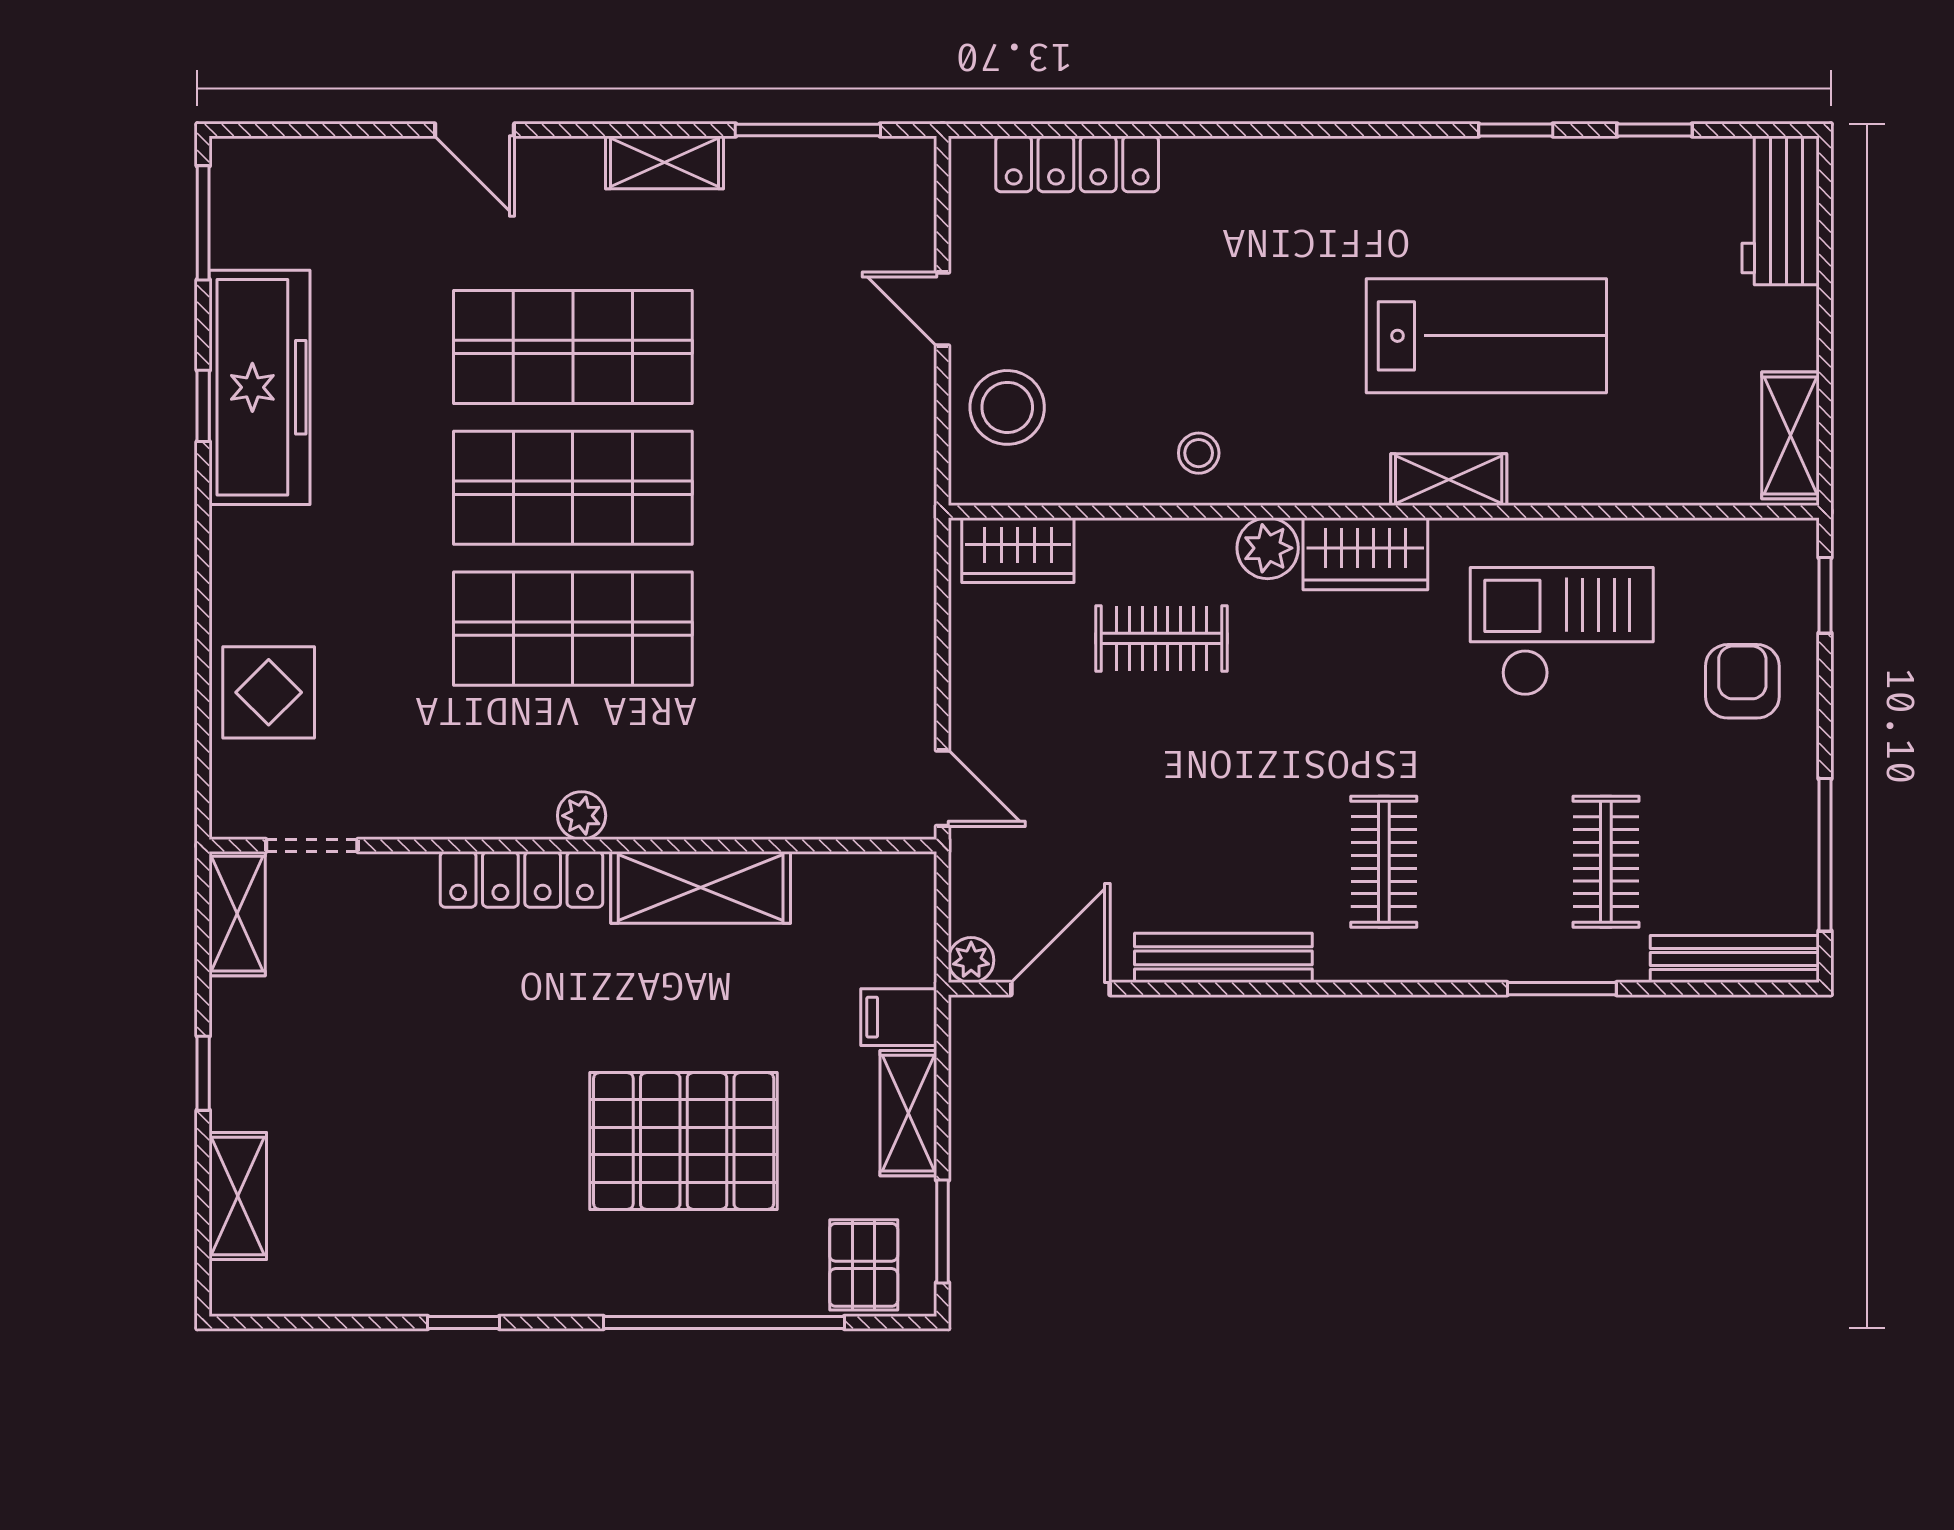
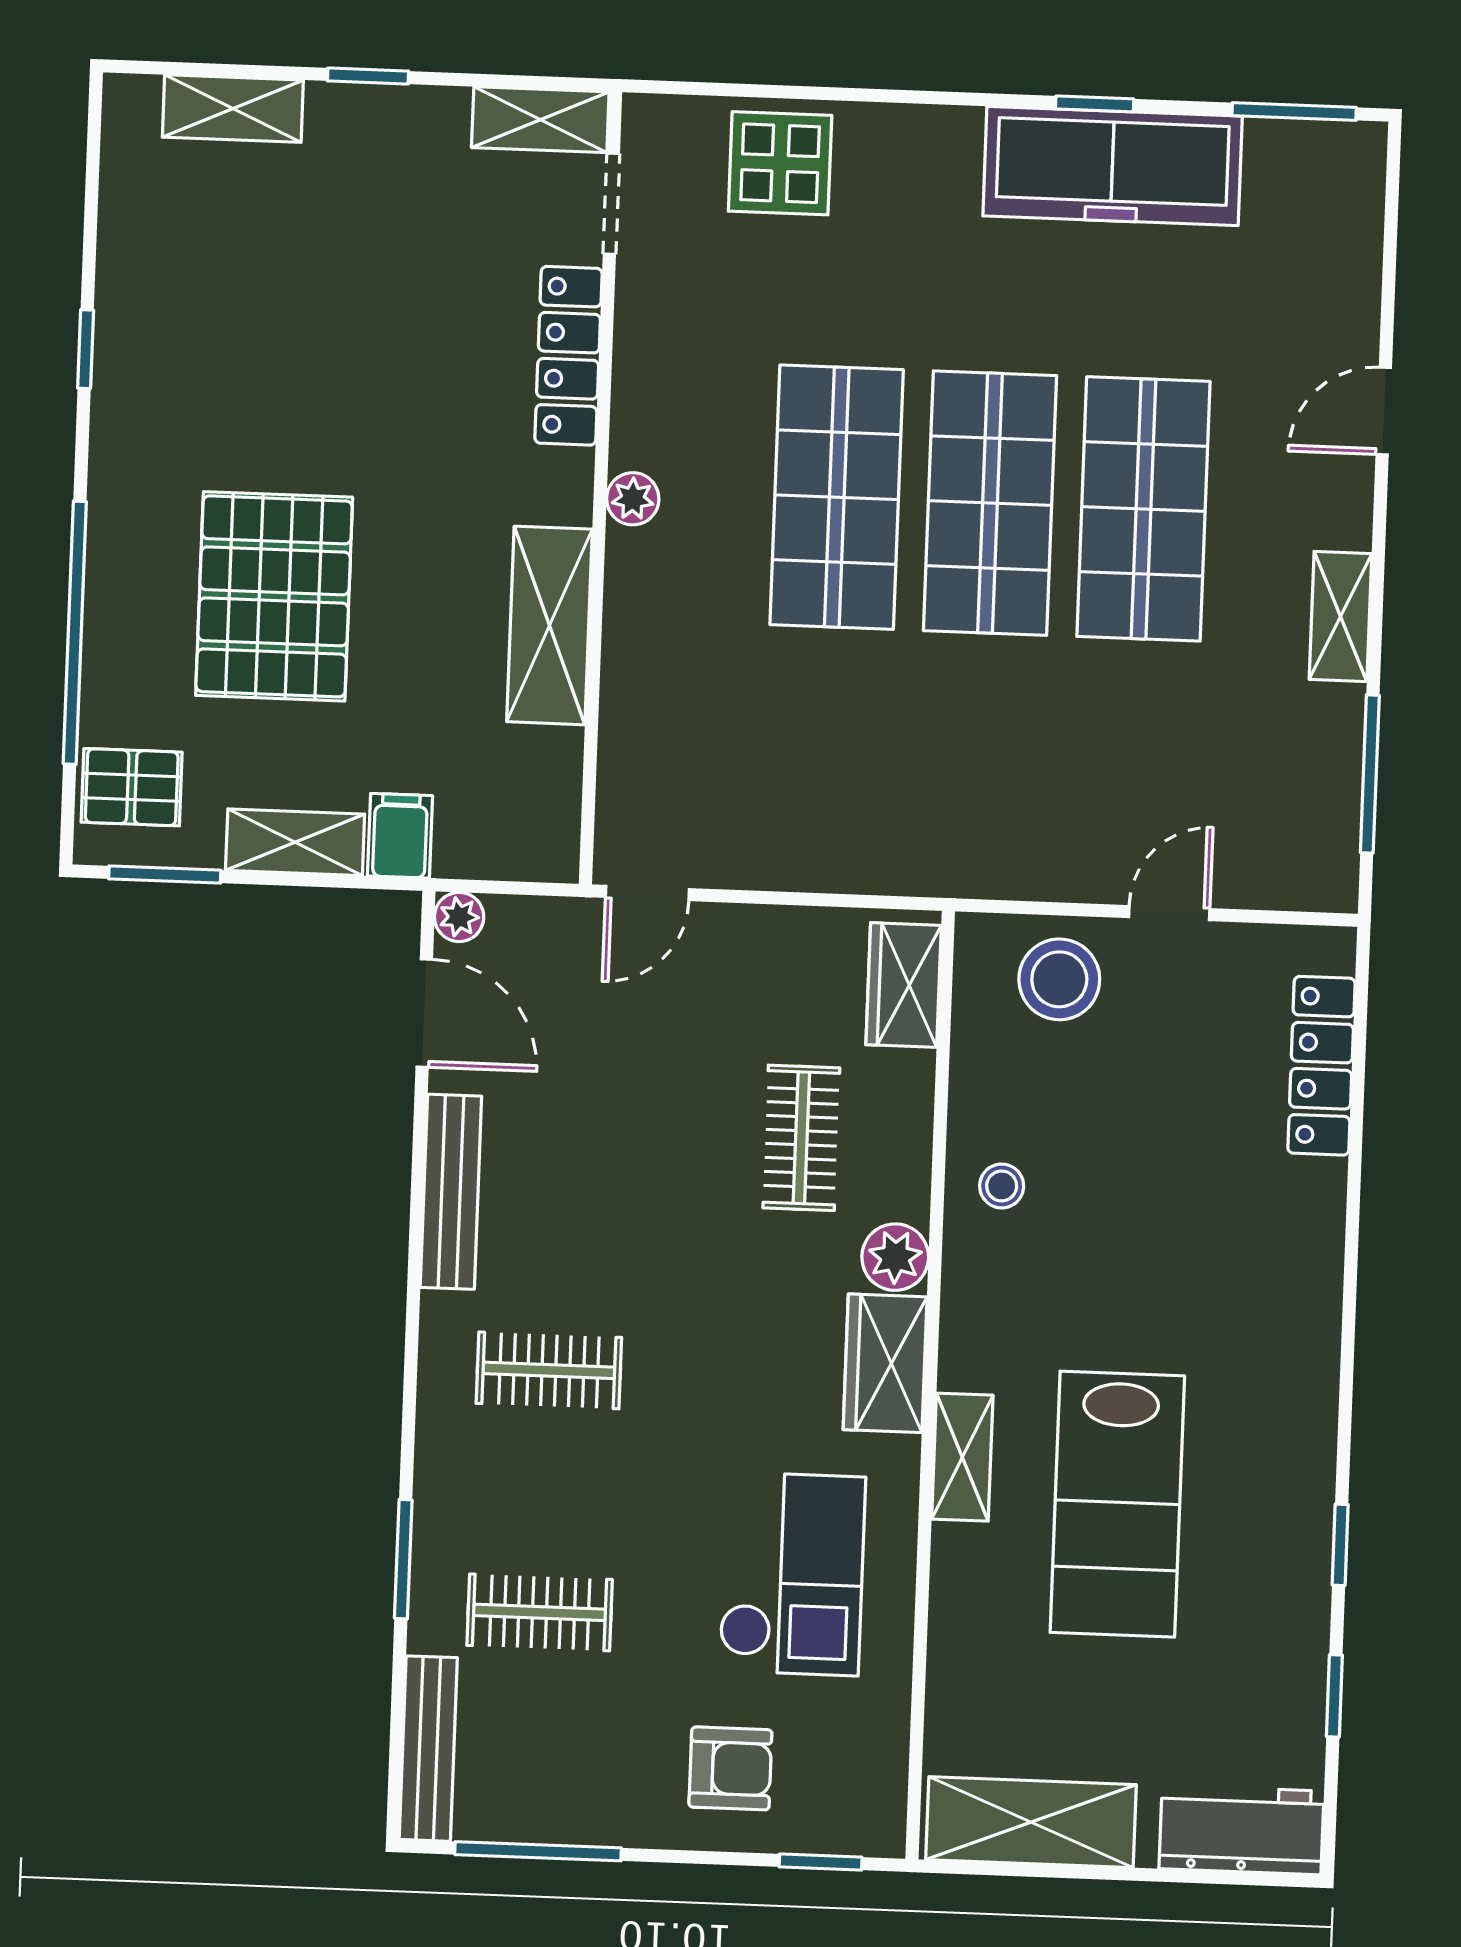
shelving: (1790, 435) -> (1031, 1822), width x1.50, depth x1.33
locker: (522, 879) -> (569, 356), moved

